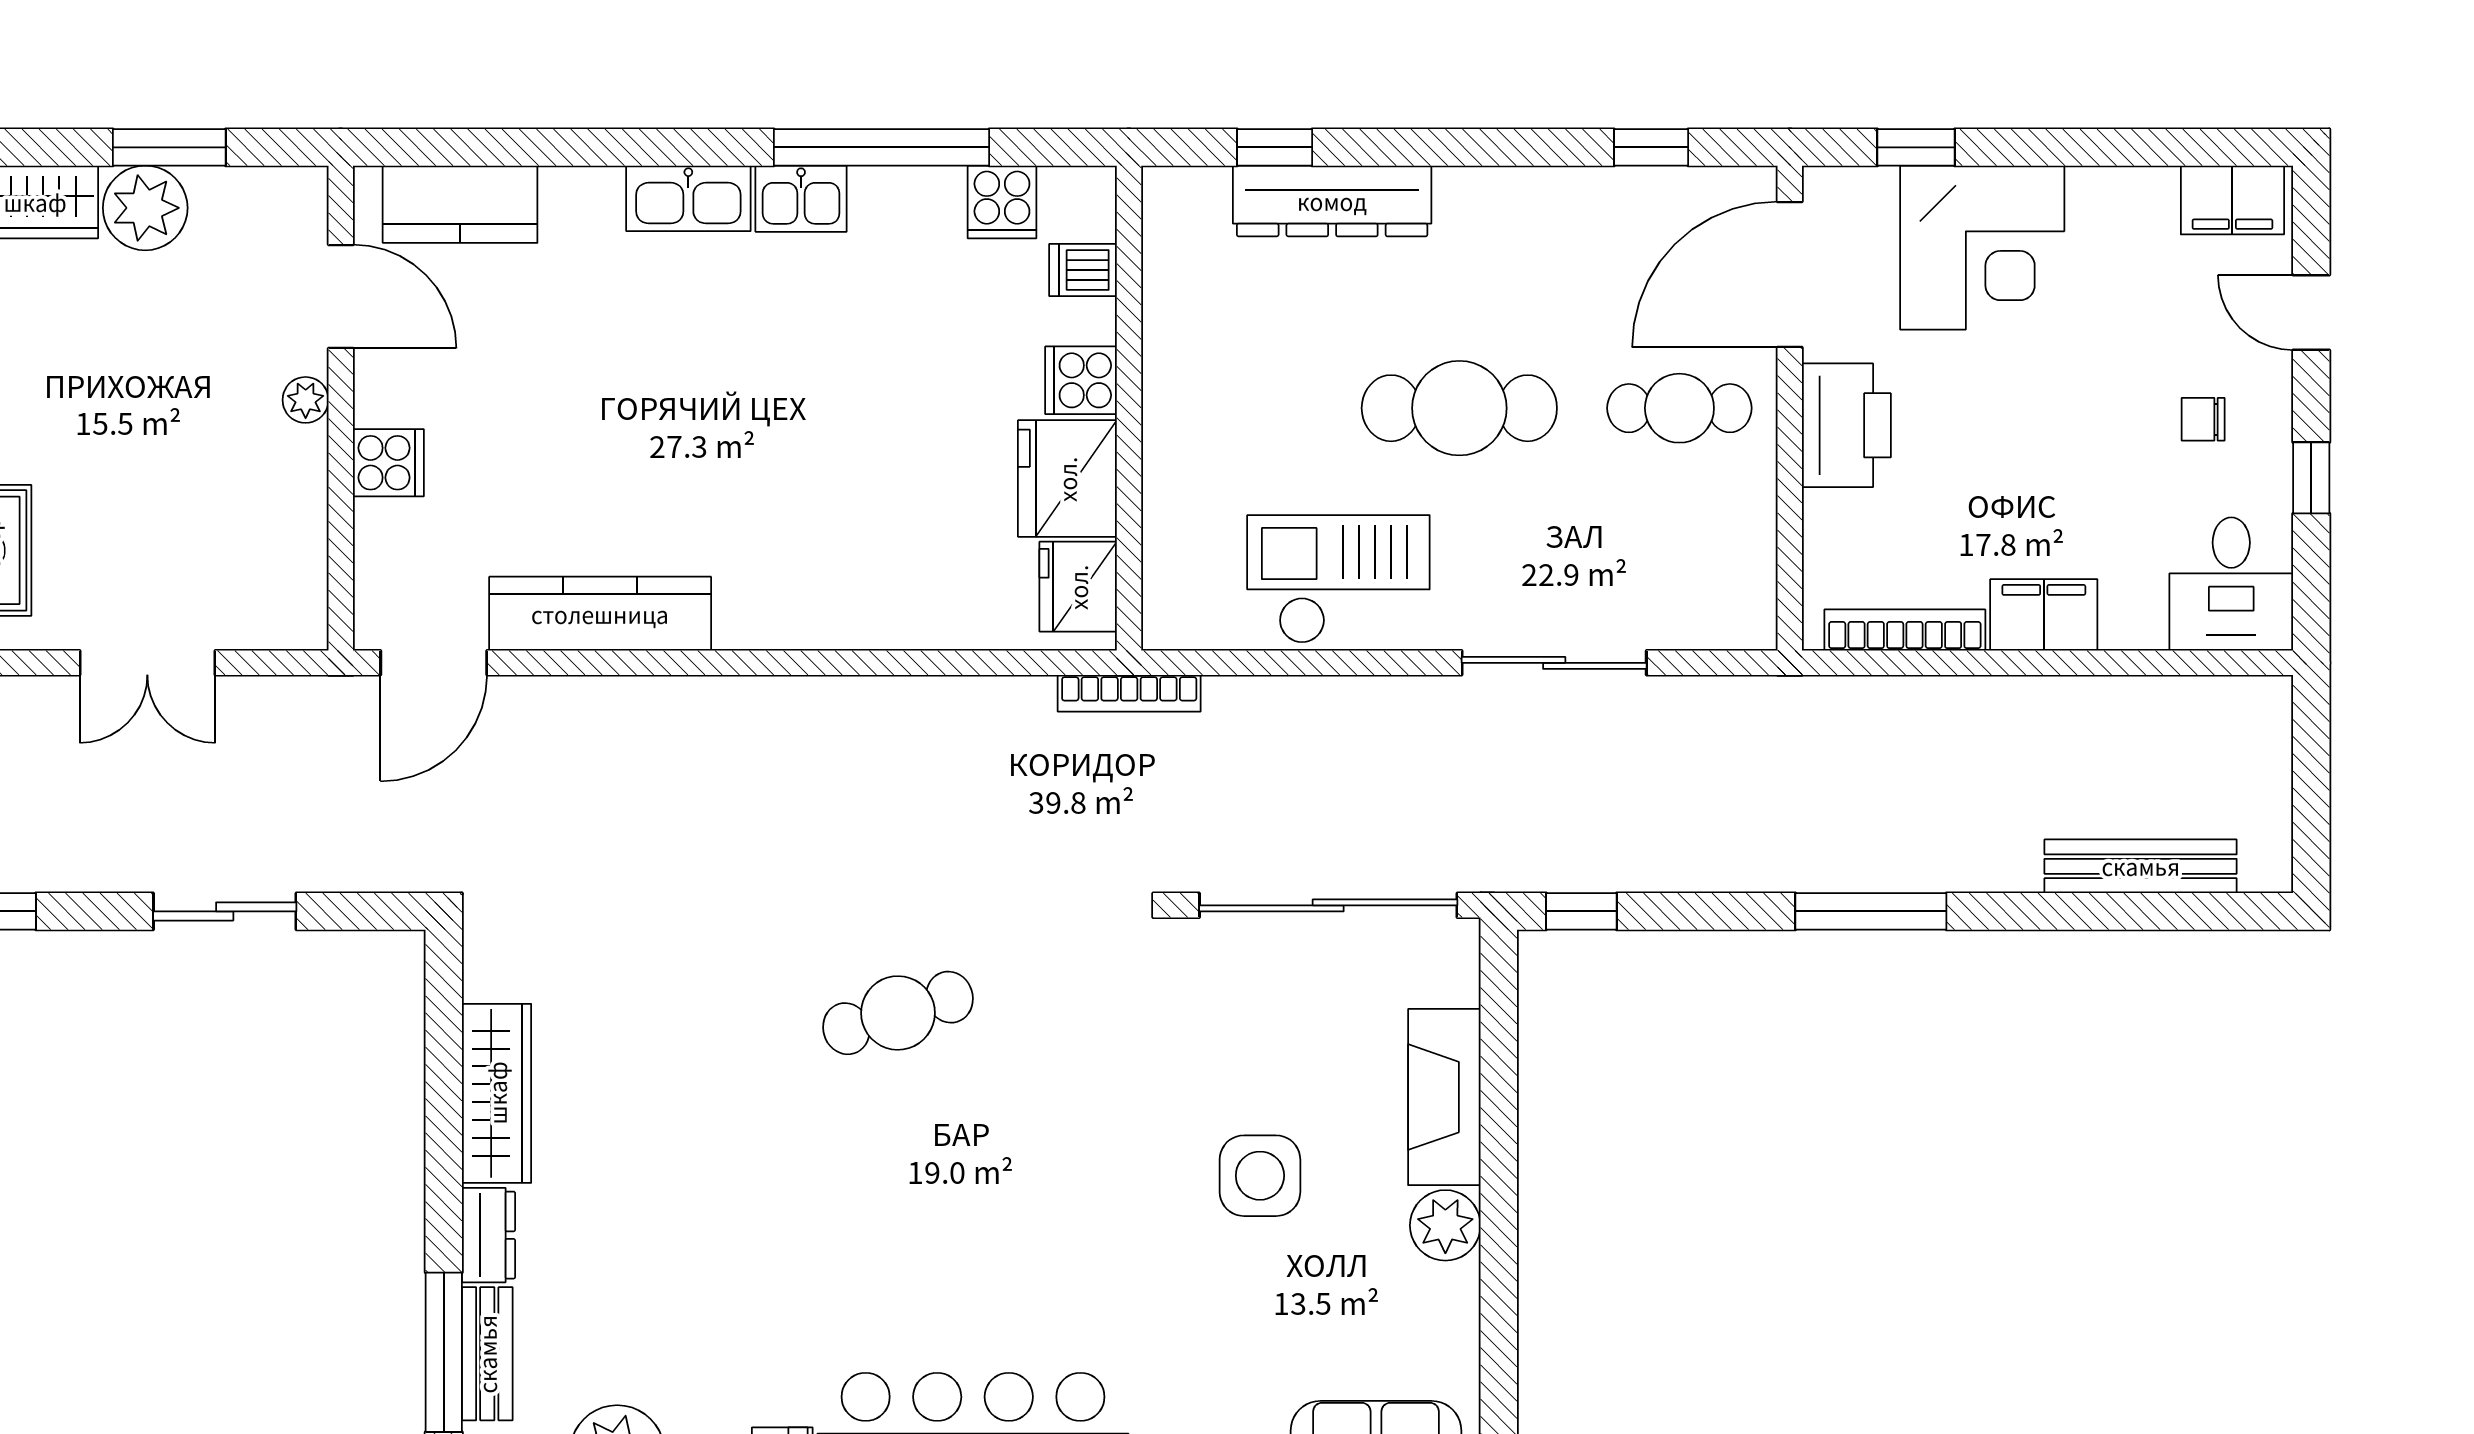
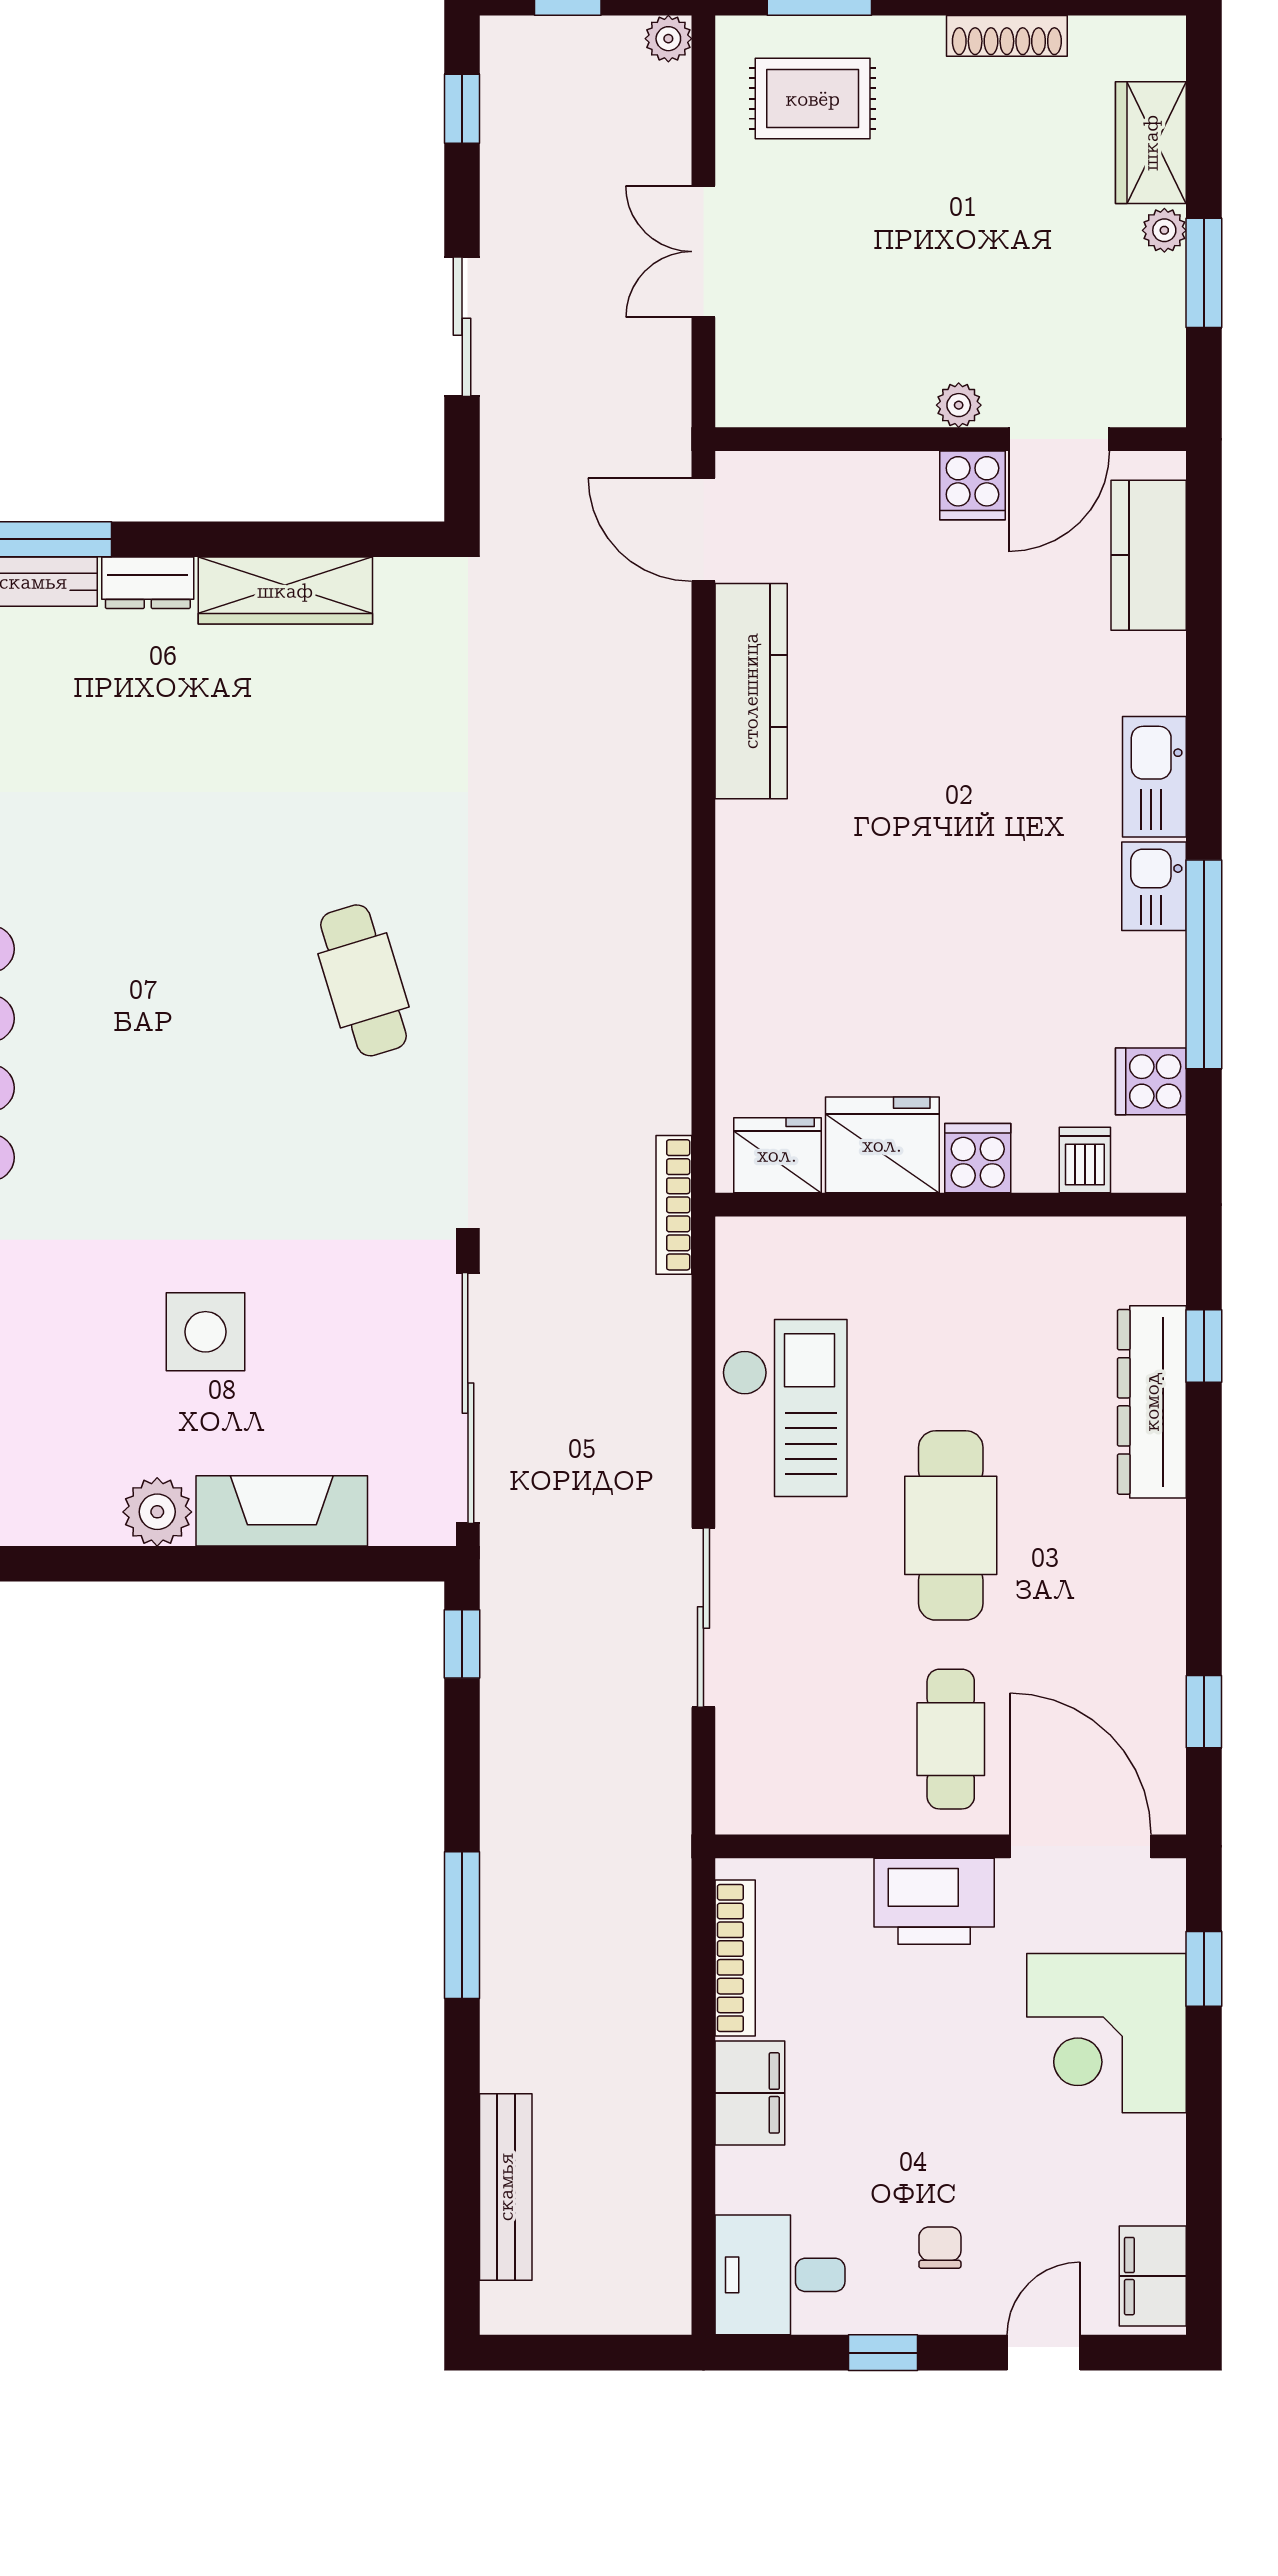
plant: (145, 208) -> (1164, 230), width x0.53, depth x0.53
cooker: (388, 463) -> (972, 485), moved

